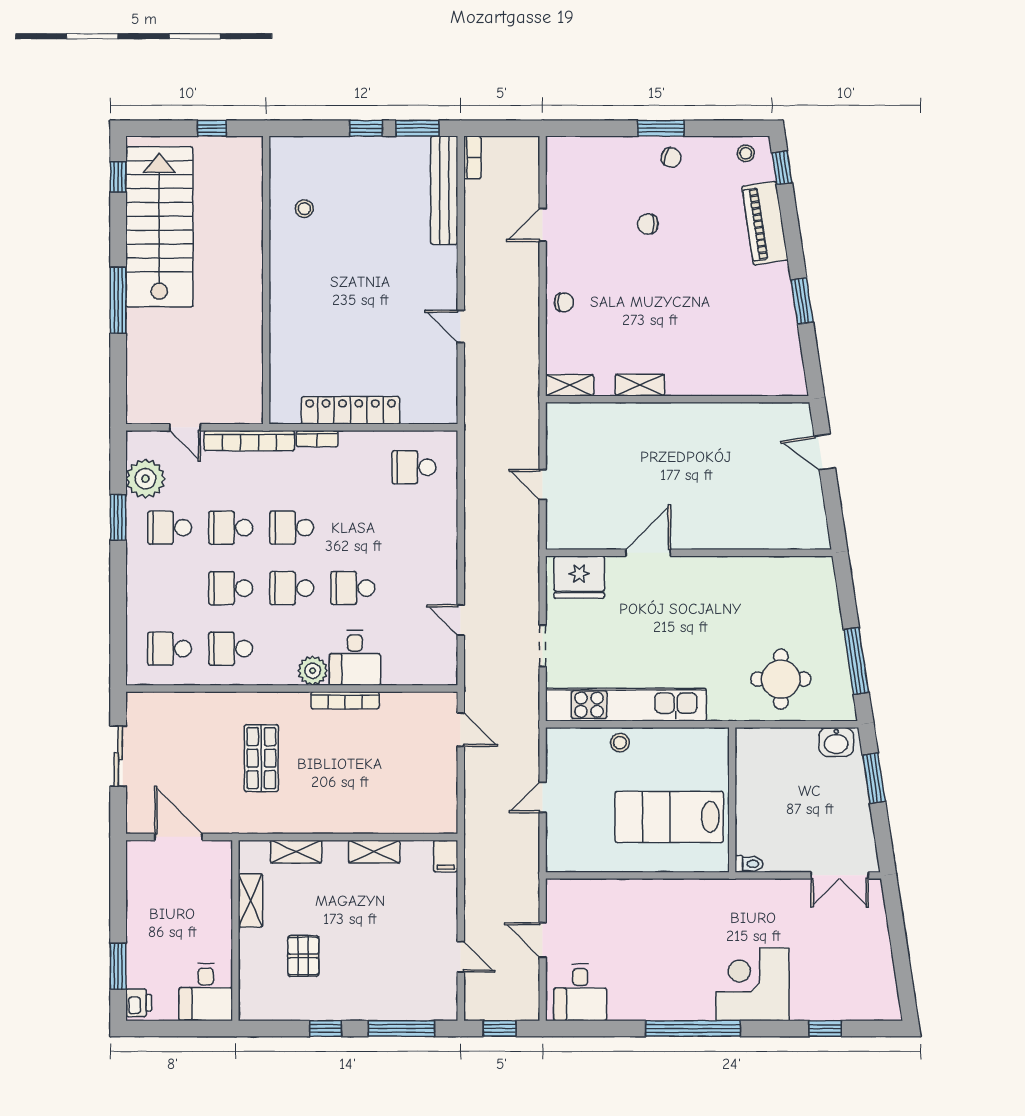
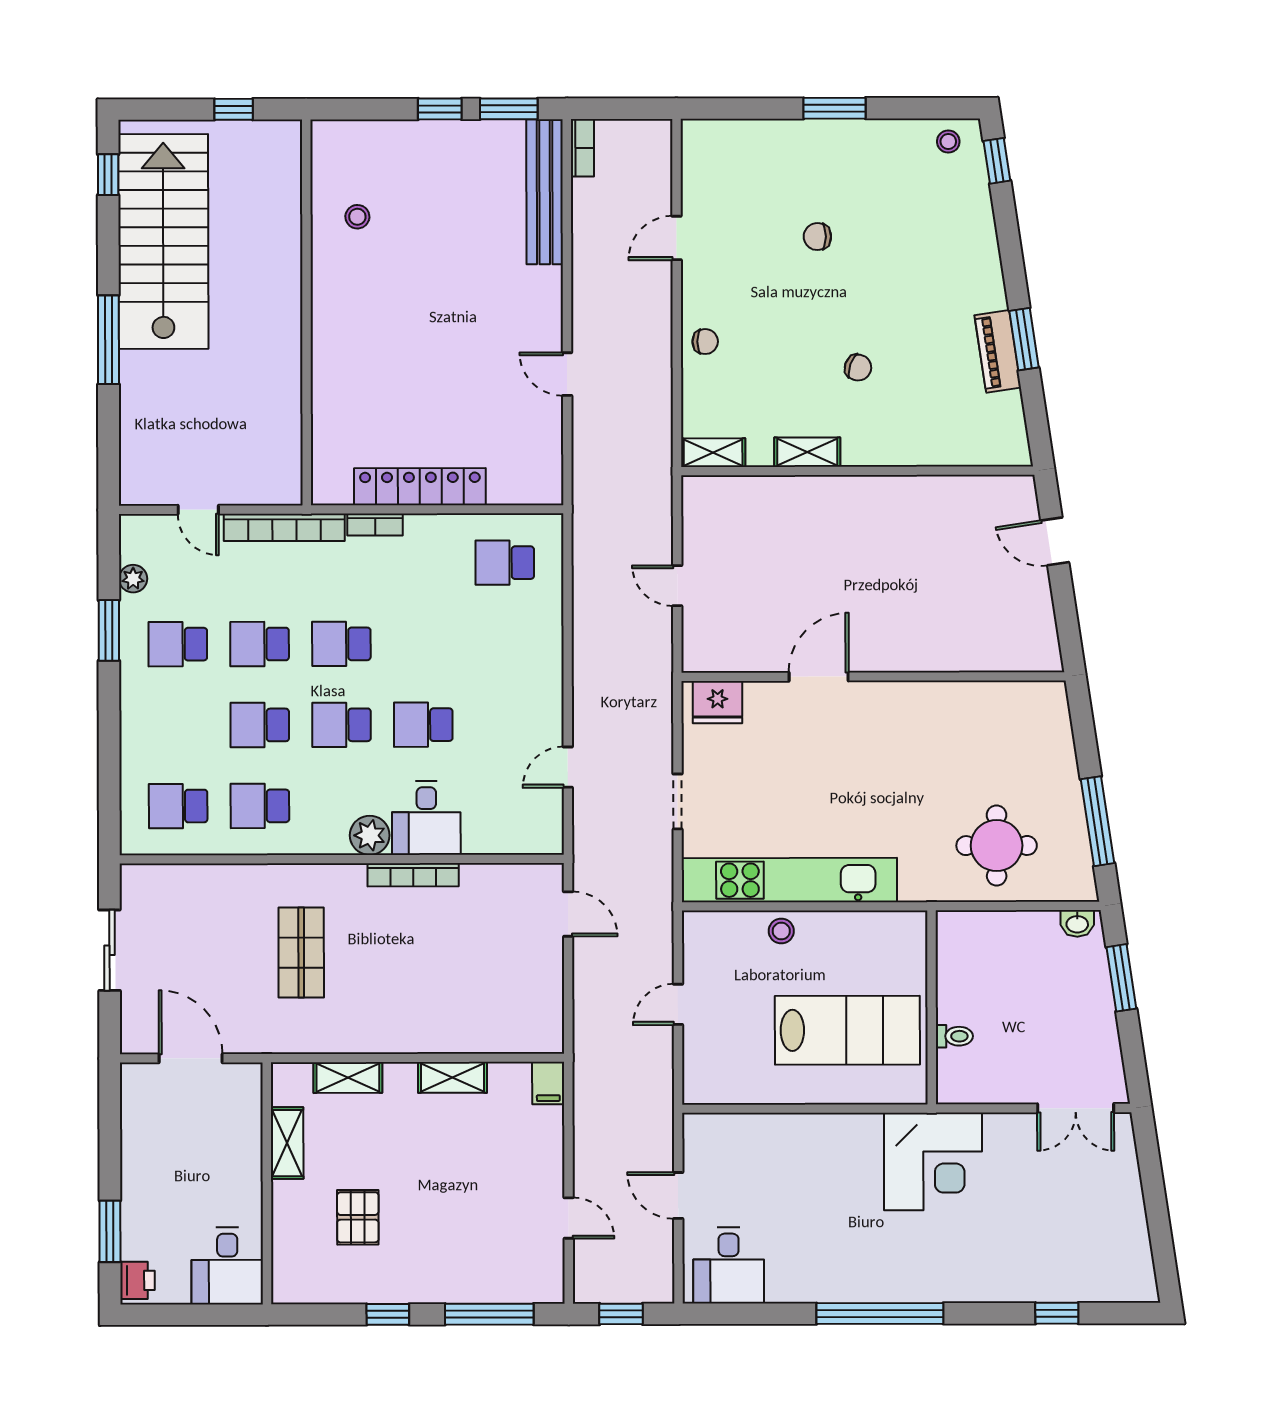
chair: (671, 157) -> (858, 368), moved
piano: (765, 223) -> (998, 351), moved, width x0.73, depth x0.75
plant: (145, 479) -> (133, 579), width x0.53, depth x0.53
fridge: (579, 577) -> (718, 702), width x0.73, depth x0.75
door: (461, 620) -> (568, 767), hinge flipped
washbasin: (836, 742) -> (1077, 923), width x0.72, depth x0.69
lab bench: (669, 817) -> (847, 1030), turned 180
toilet: (749, 864) -> (954, 1036), moved
corner desk: (752, 984) -> (933, 1161), moved, turned 180

